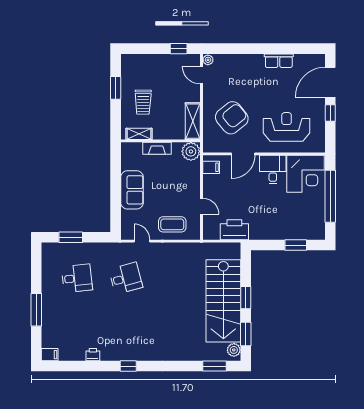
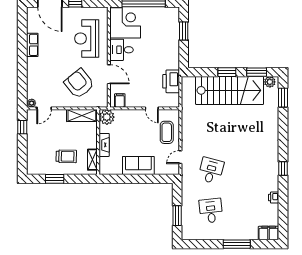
door: (201, 206) -> (152, 108), swing flipped
desk: (126, 278) -> (211, 171), turned 30
filing cabinet: (50, 355) -> (269, 233), width x2.00

